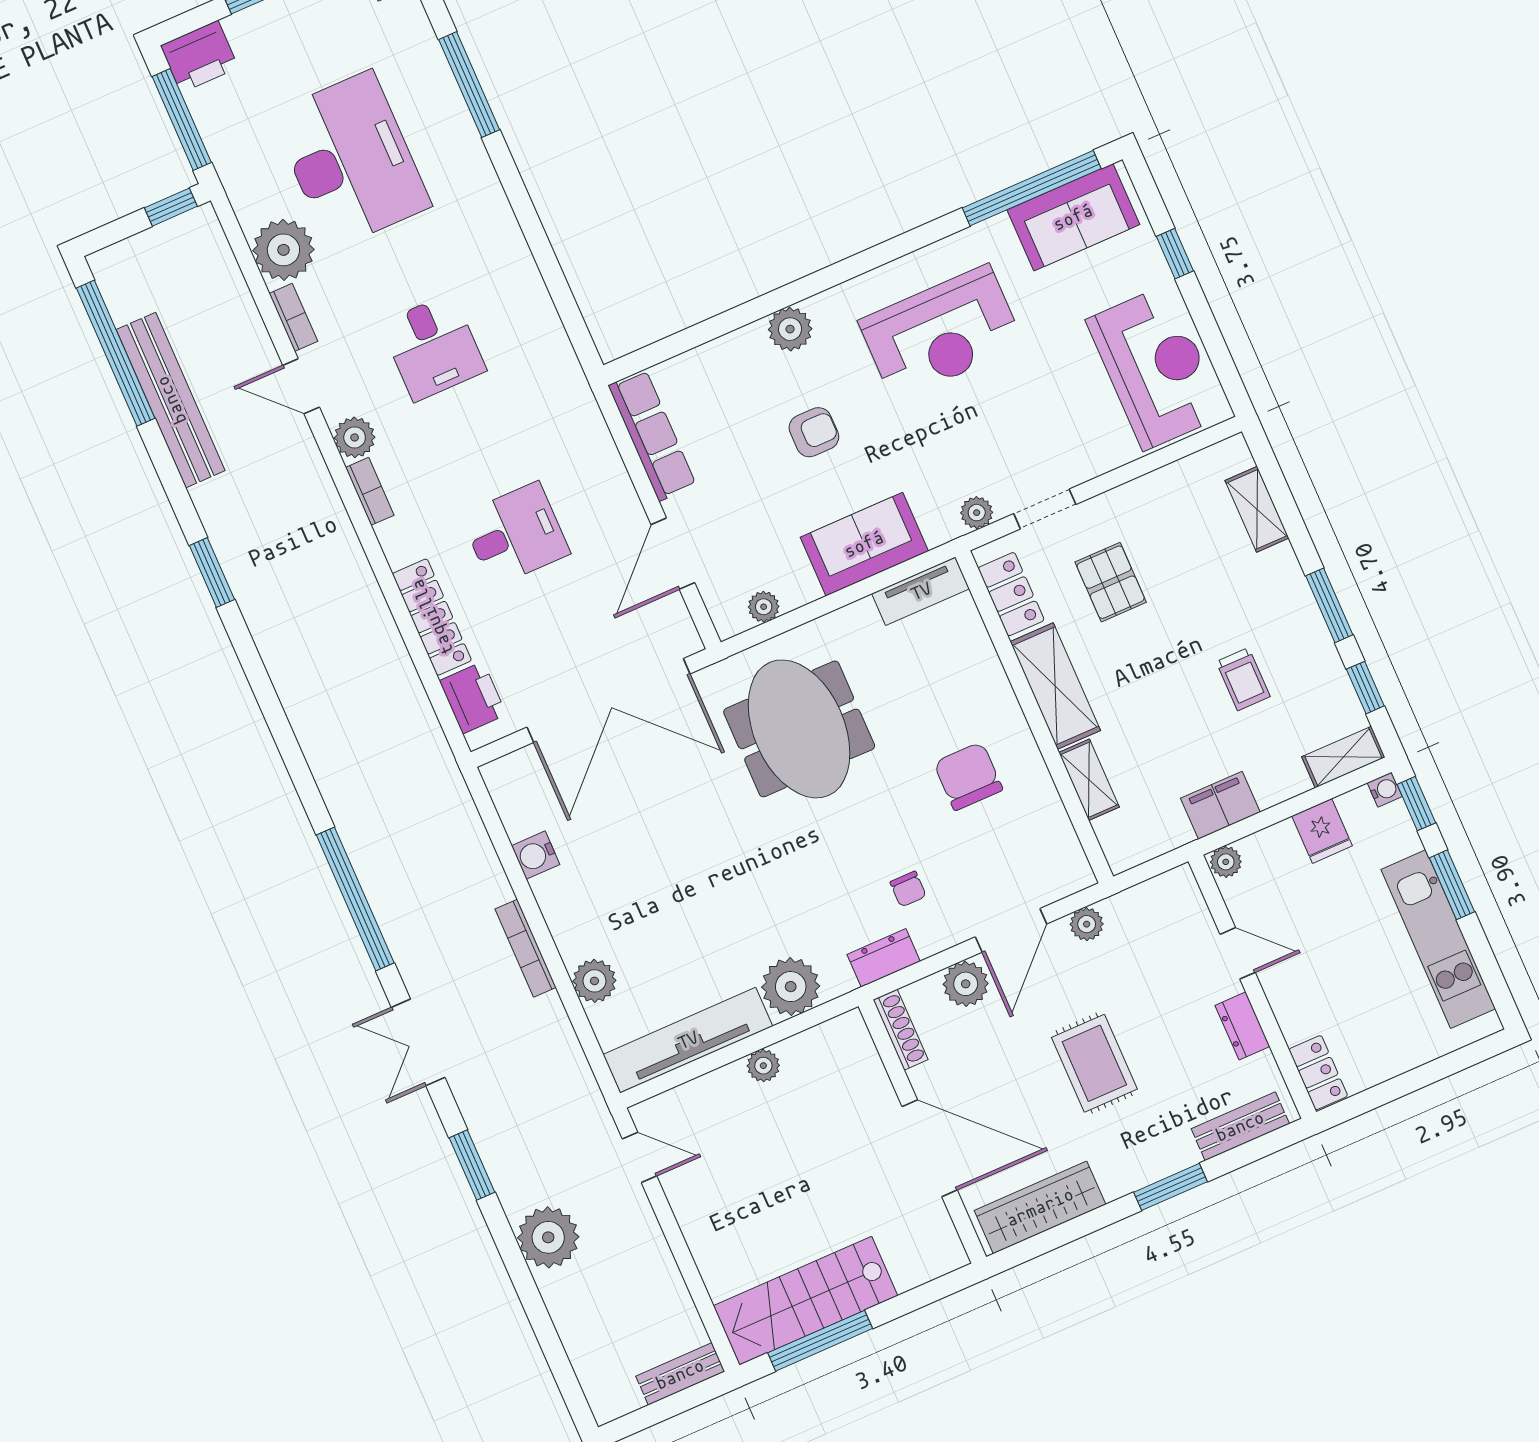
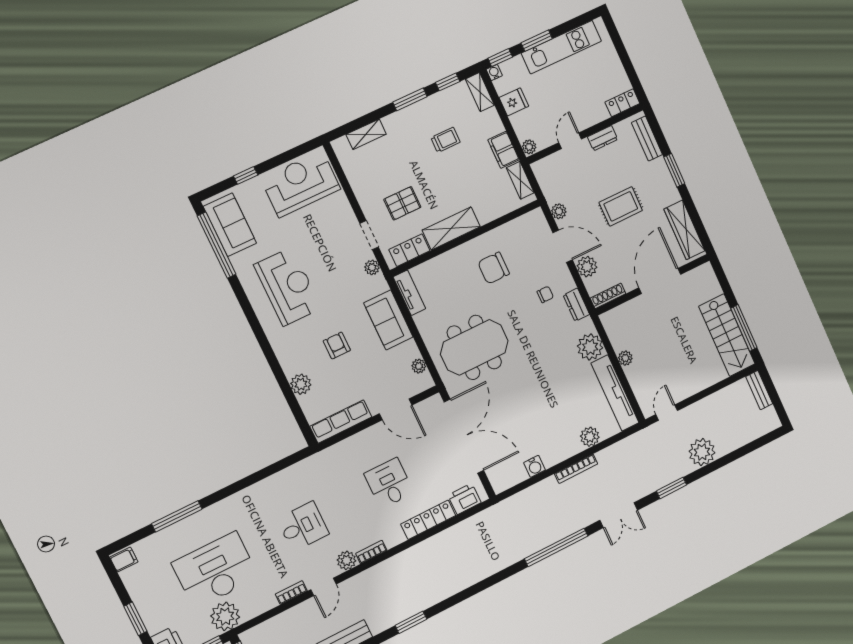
plant: (283, 250) -> (225, 616), moved
plant: (790, 329) -> (301, 384), moved
shelving: (1089, 780) -> (520, 180), moved, turned 90

